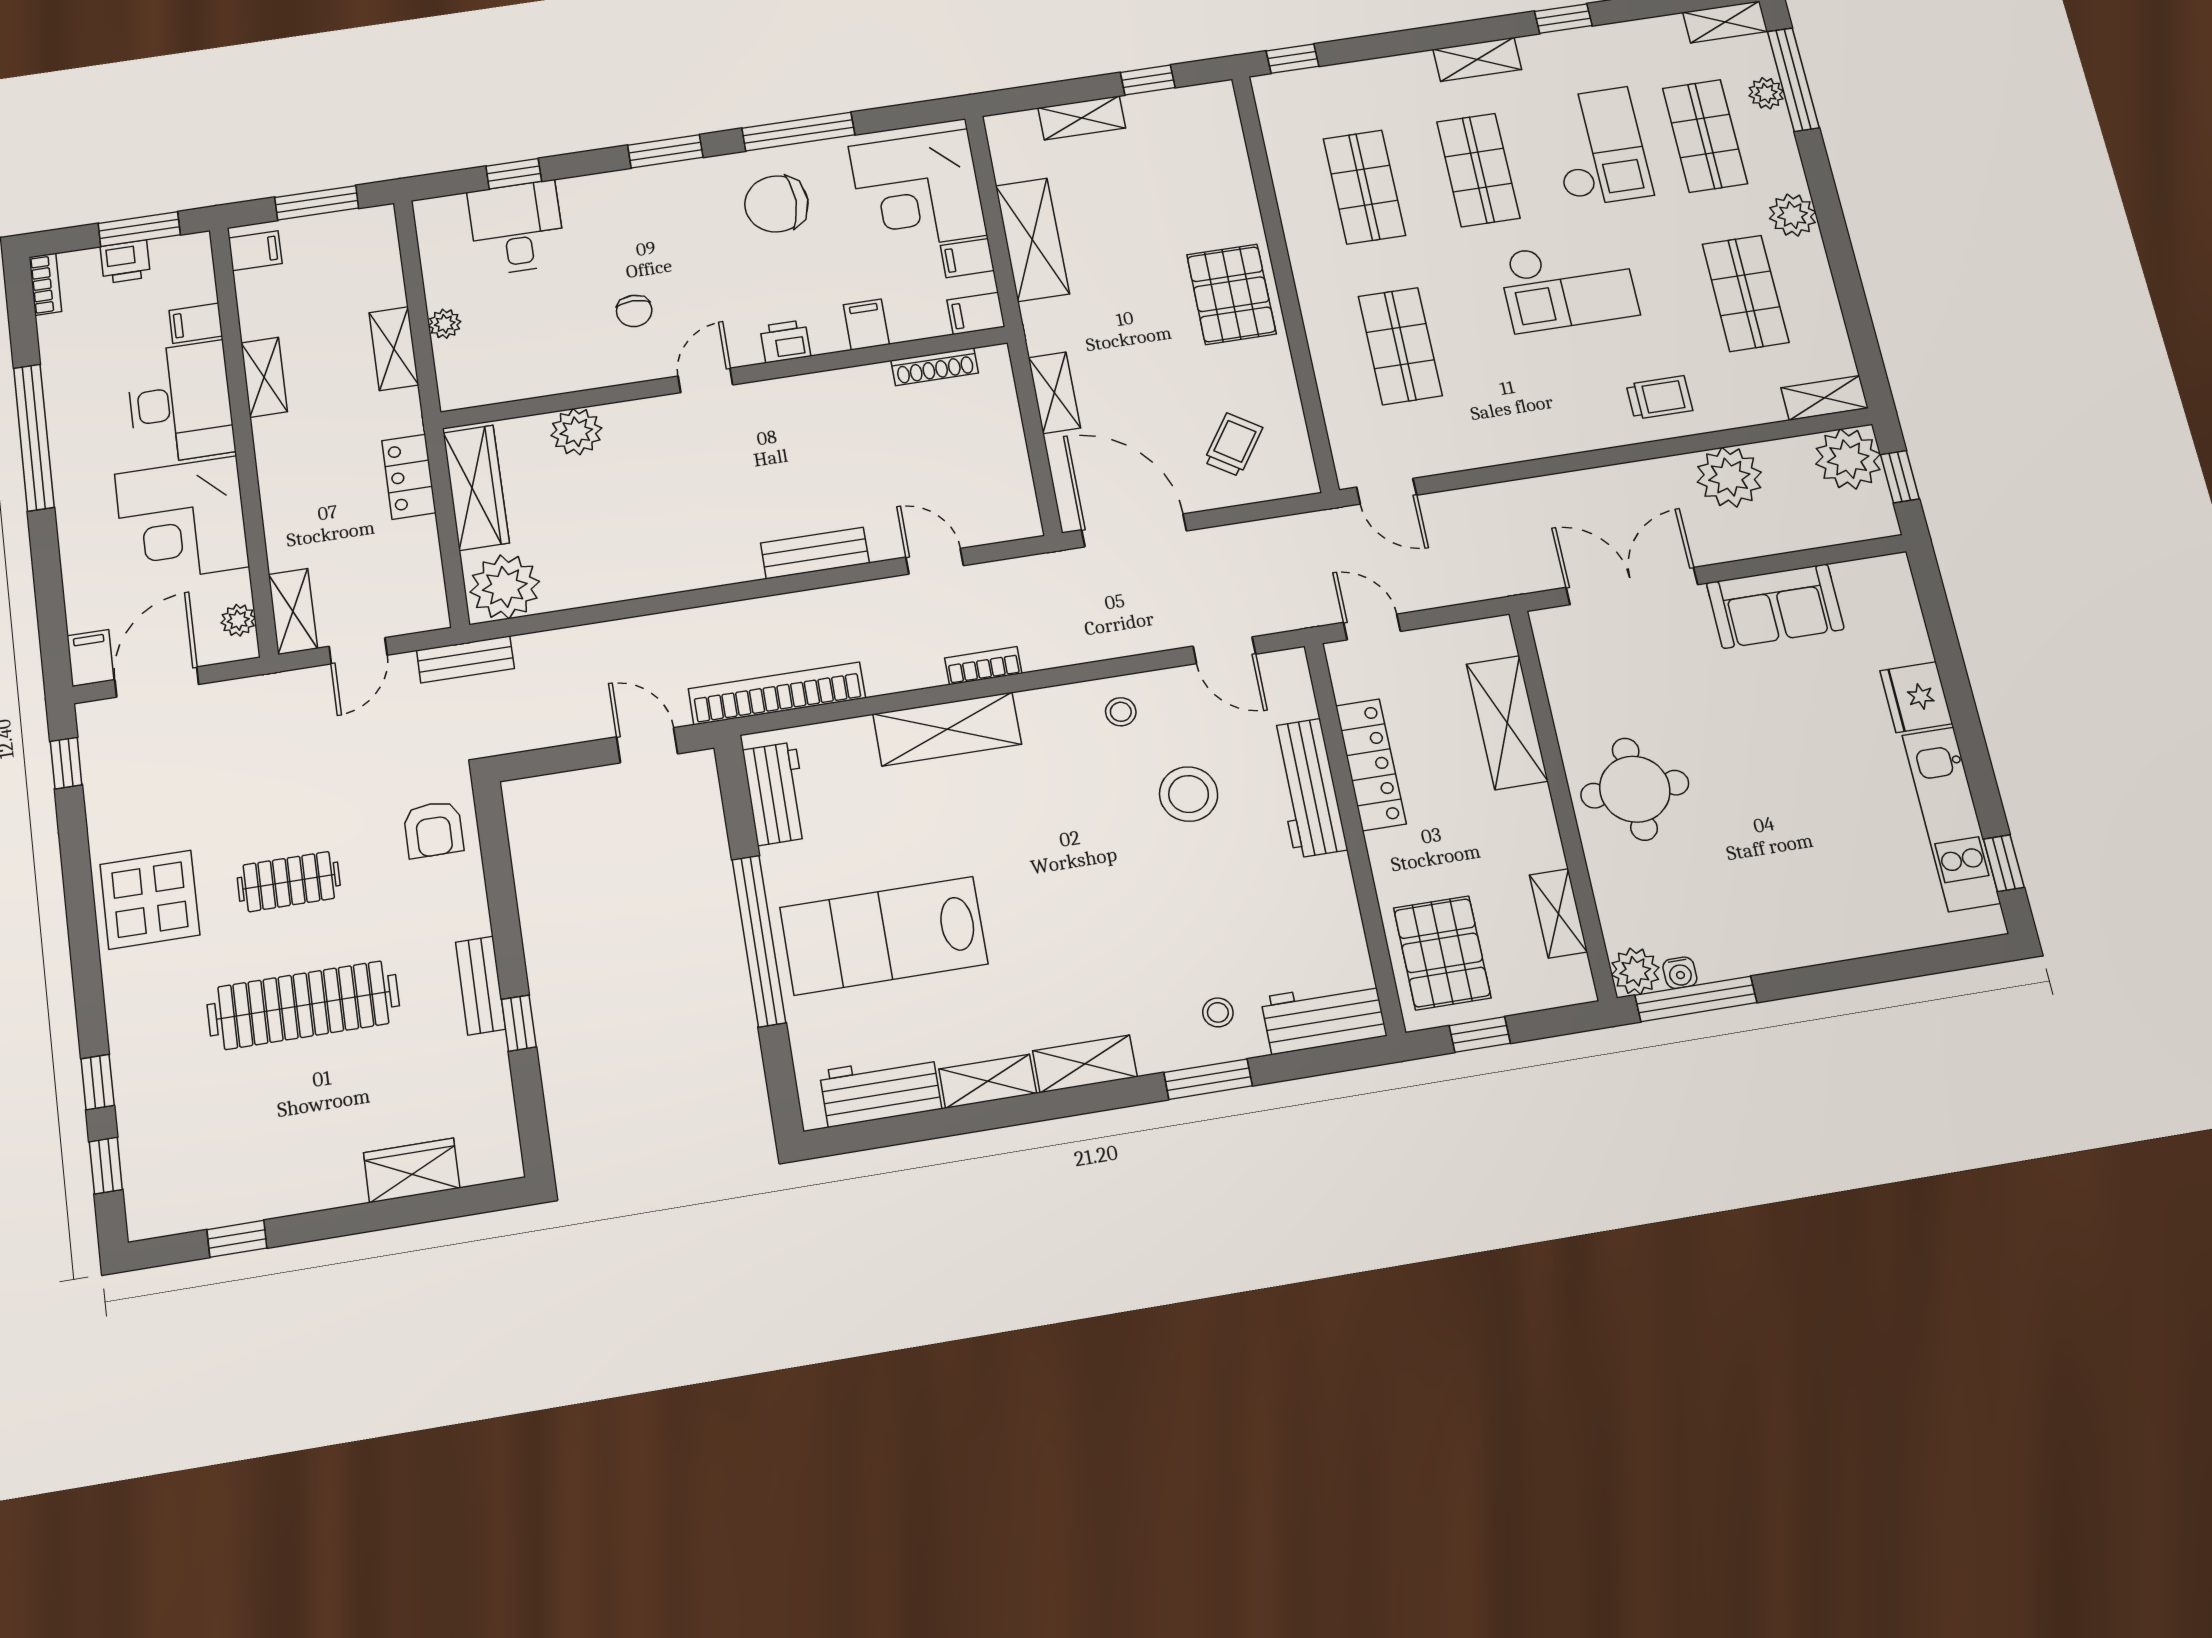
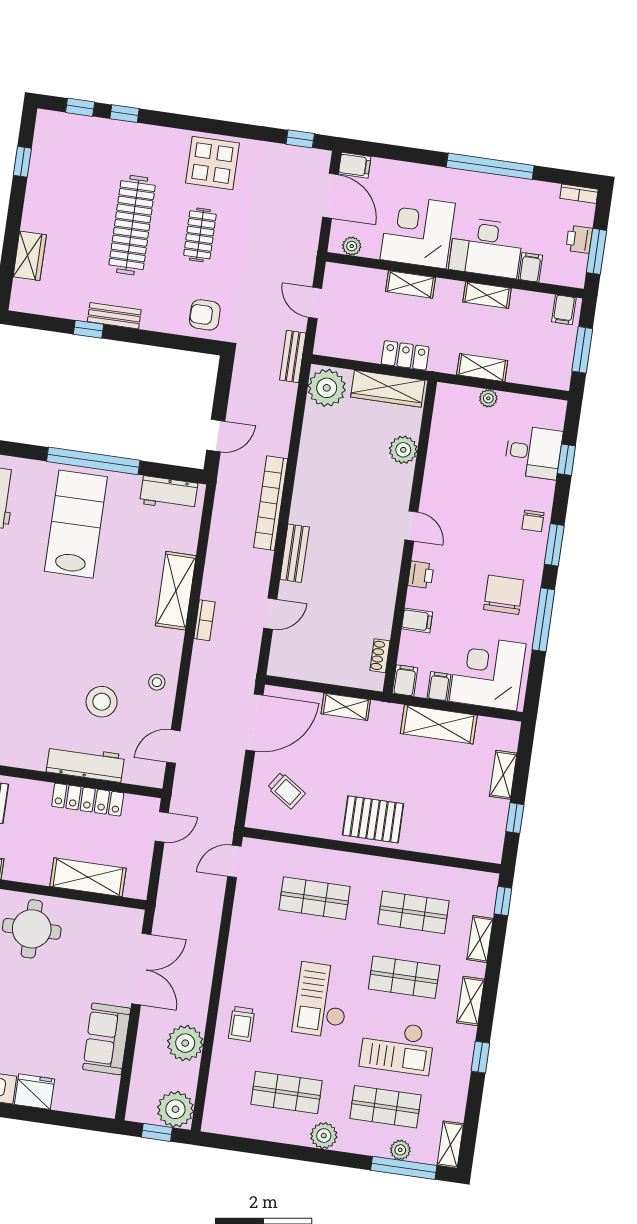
chair: (634, 311) -> (533, 521), moved, turned -90
shoe rack: (935, 367) -> (380, 656), width x0.70
shelving: (1825, 398) -> (480, 939), moved
shelving: (293, 611) -> (410, 284), moved
bookcase: (777, 693) -> (271, 503), moved, turned 180

